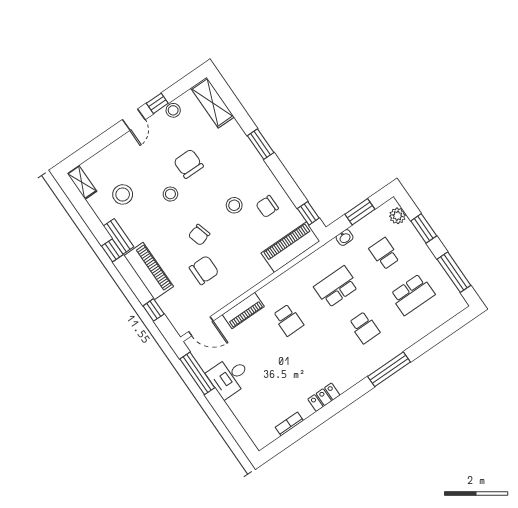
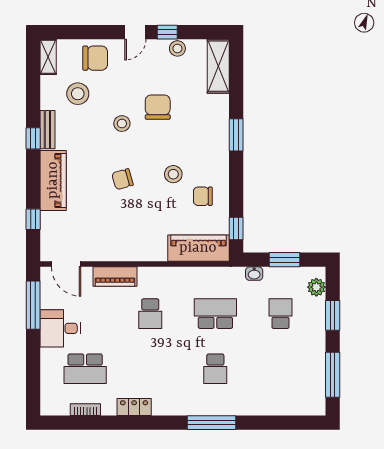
chair: (204, 270) -> (95, 58), moved
school desk: (412, 294) -> (85, 369), moved

